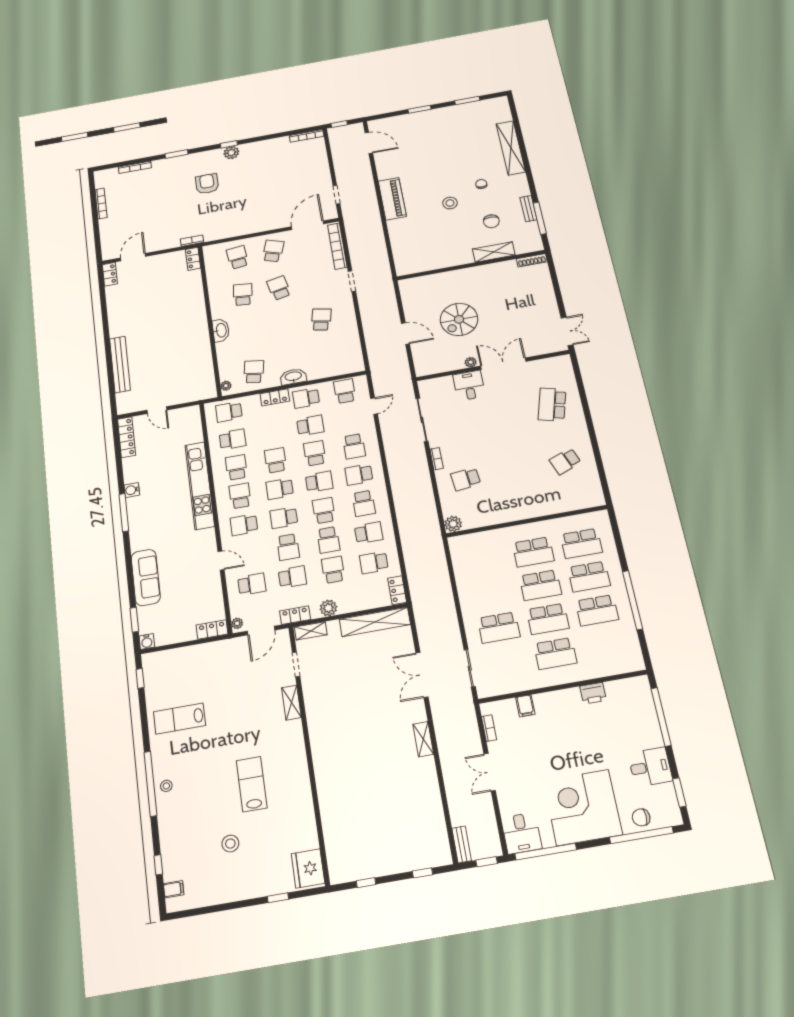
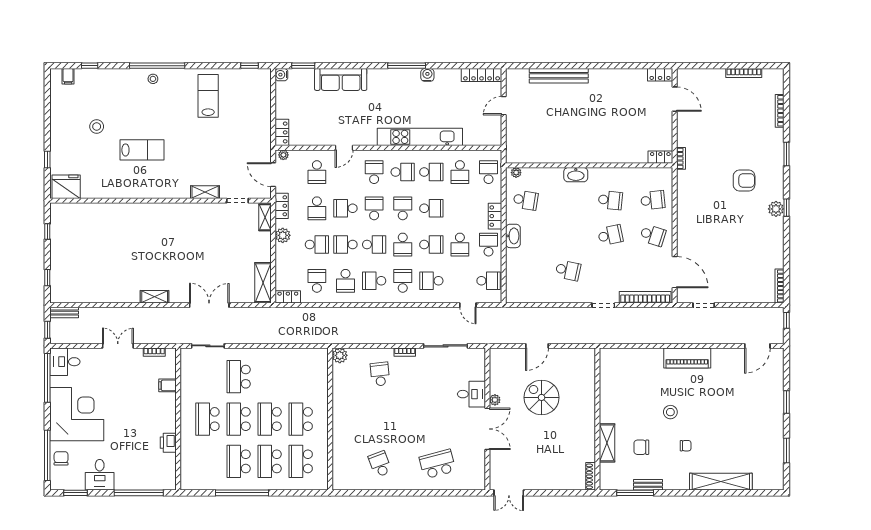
school desk: (552, 405) -> (437, 464), turned -30
shelving: (375, 622) -> (263, 283), width x0.68

